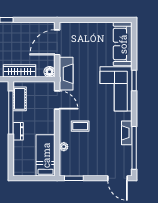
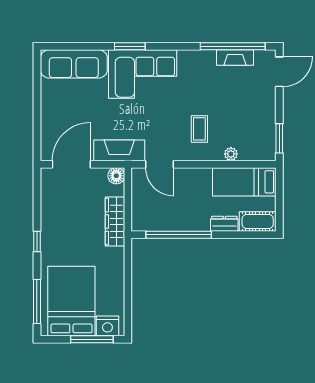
door: (57, 42) -> (71, 164), swing flipped
cot: (20, 99) -> (258, 221), moved
door: (57, 100) -> (160, 164), swing flipped
dresser: (18, 131) -> (224, 224), moved
fireplace: (127, 133) -> (235, 58), moved

